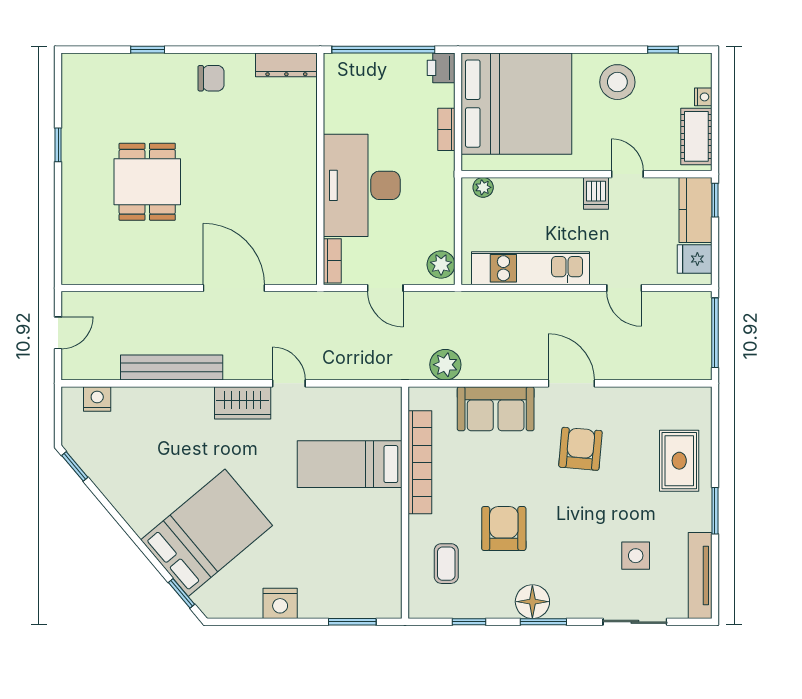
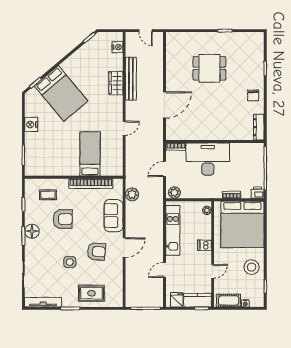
dishwasher: (596, 193) -> (204, 245), moved
wardrobe: (243, 403) -> (116, 83), moved
side table: (636, 556) -> (70, 262), moved

